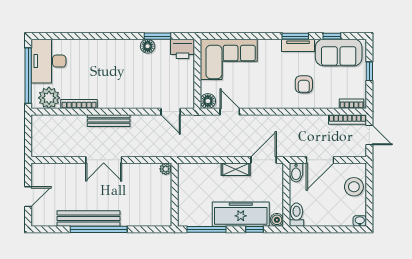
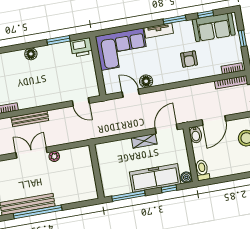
tv unit: (298, 45) -> (159, 31), moved
floor lamp: (148, 46) -> (31, 54), moved
floor lamp: (208, 101) -> (146, 81), moved
double door: (104, 160) -> (31, 153), swing flipped
plant: (166, 169) -> (54, 156), moved

